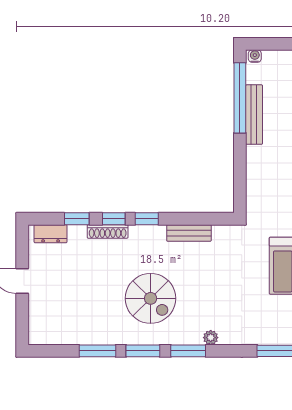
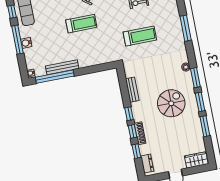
wardrobe: (40, 324) -> (196, 160), added

